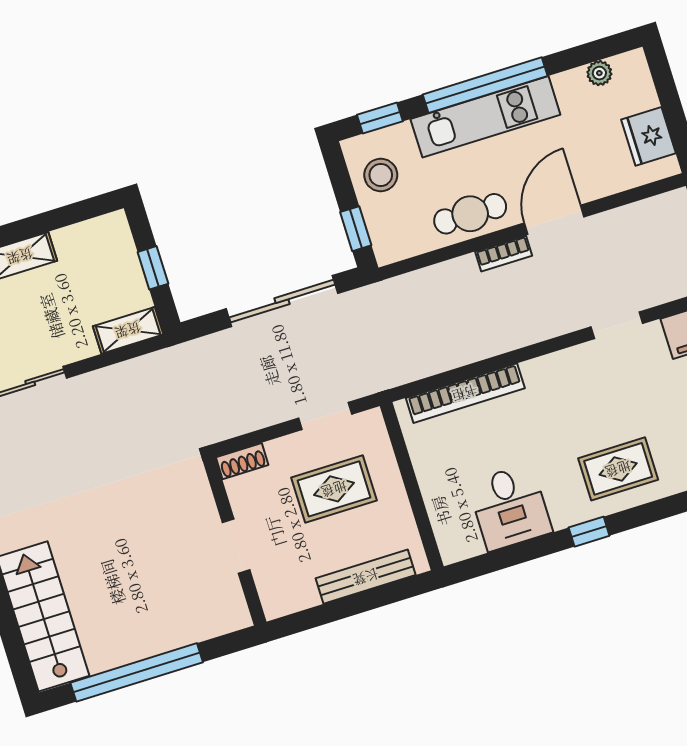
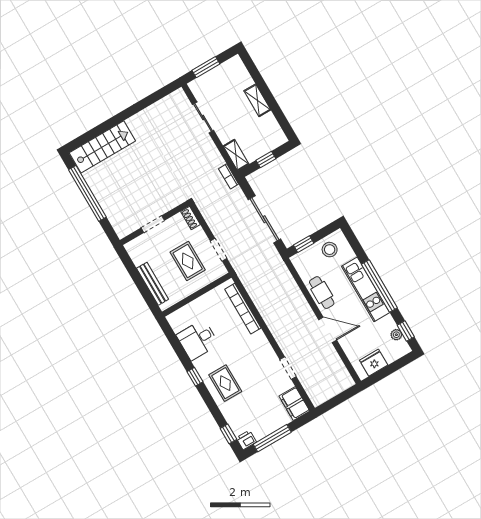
window: (380, 118) -> (406, 331), moved
bookcase: (504, 254) -> (229, 176), moved

